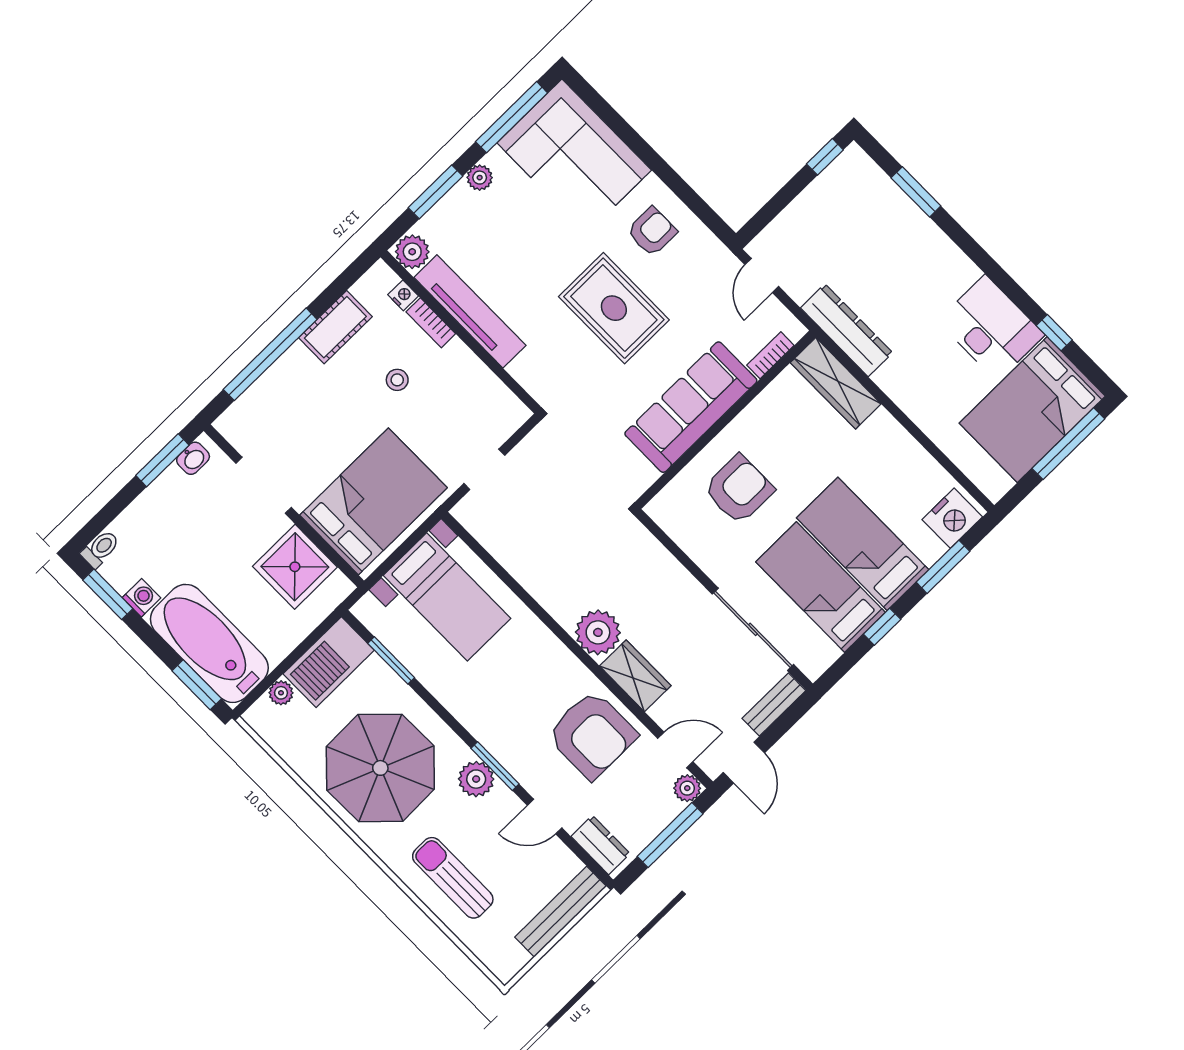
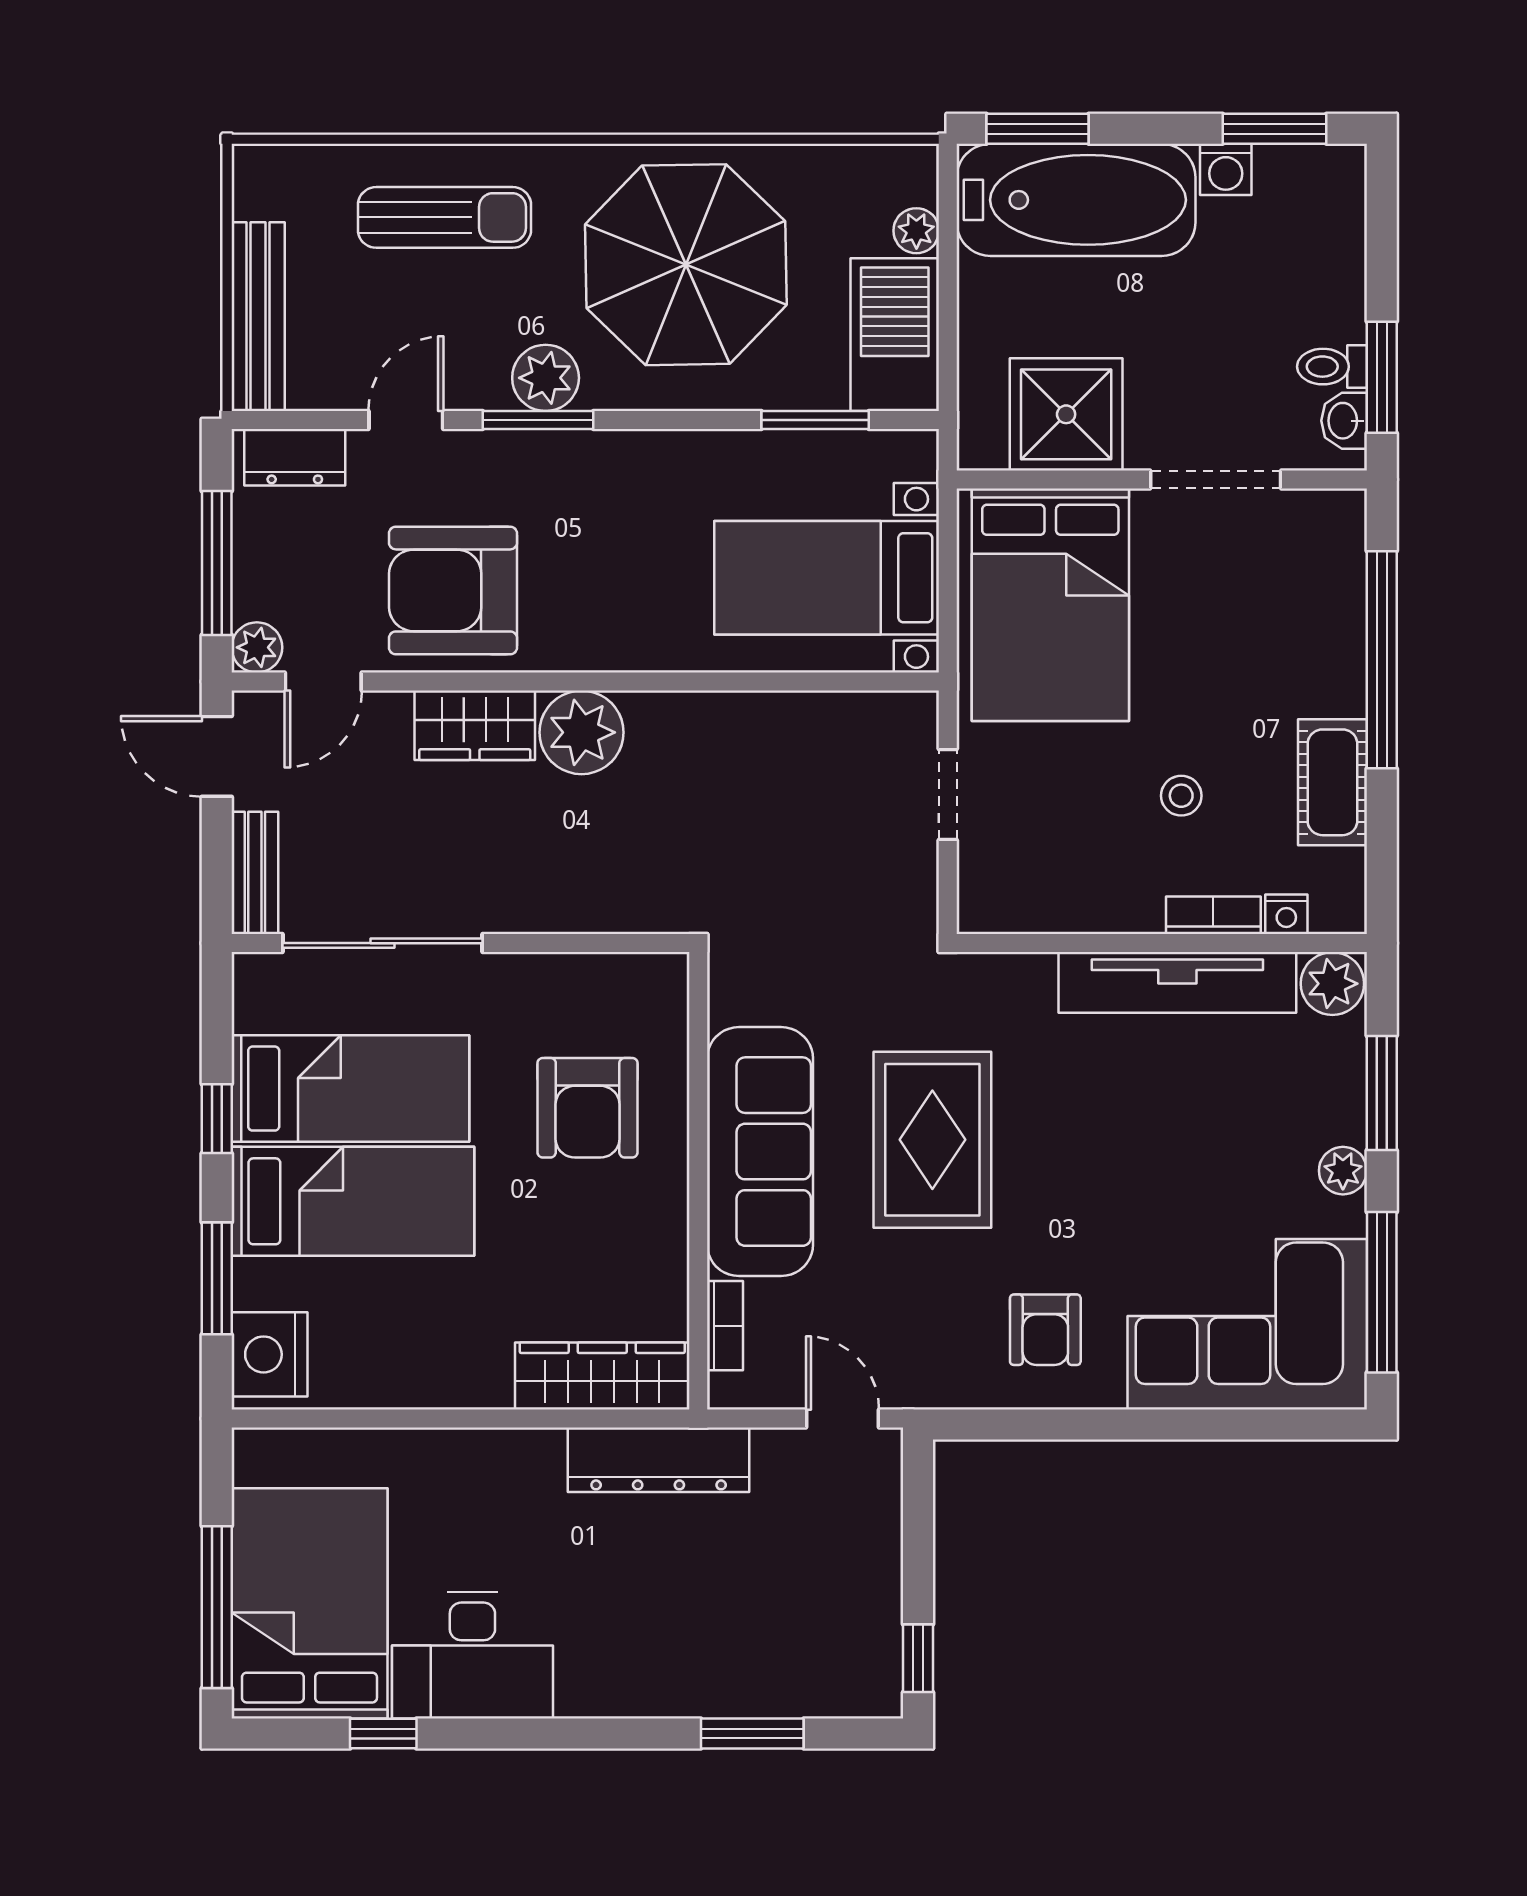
rug: (614, 308) -> (932, 1140), moved, turned 90
toilet: (100, 549) -> (1332, 367), moved, turned 90

